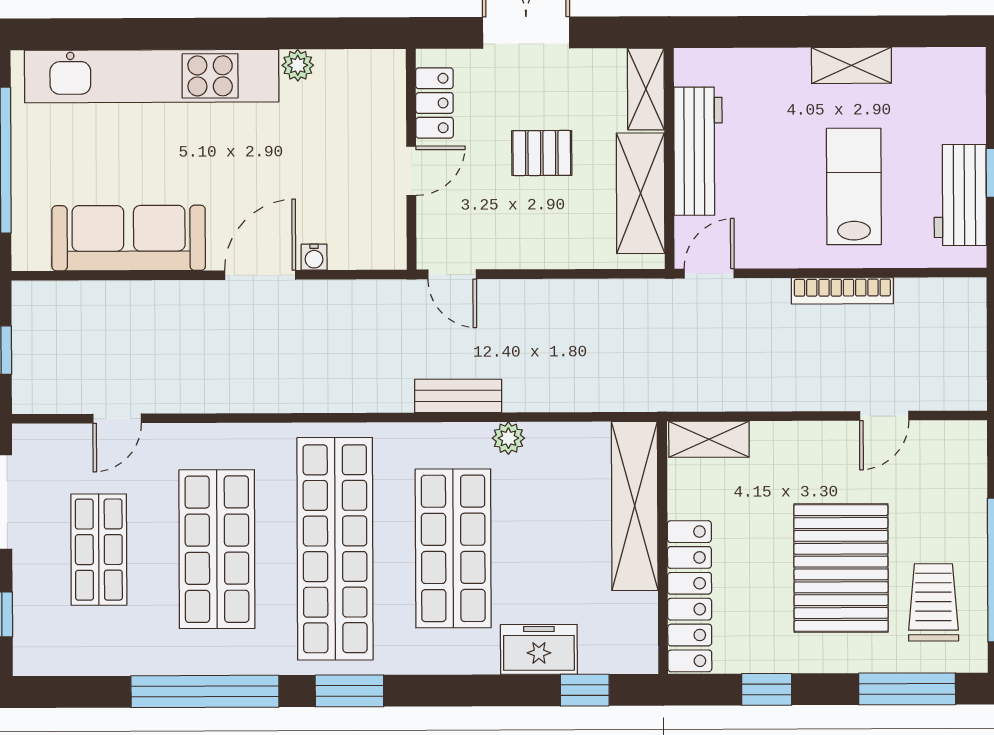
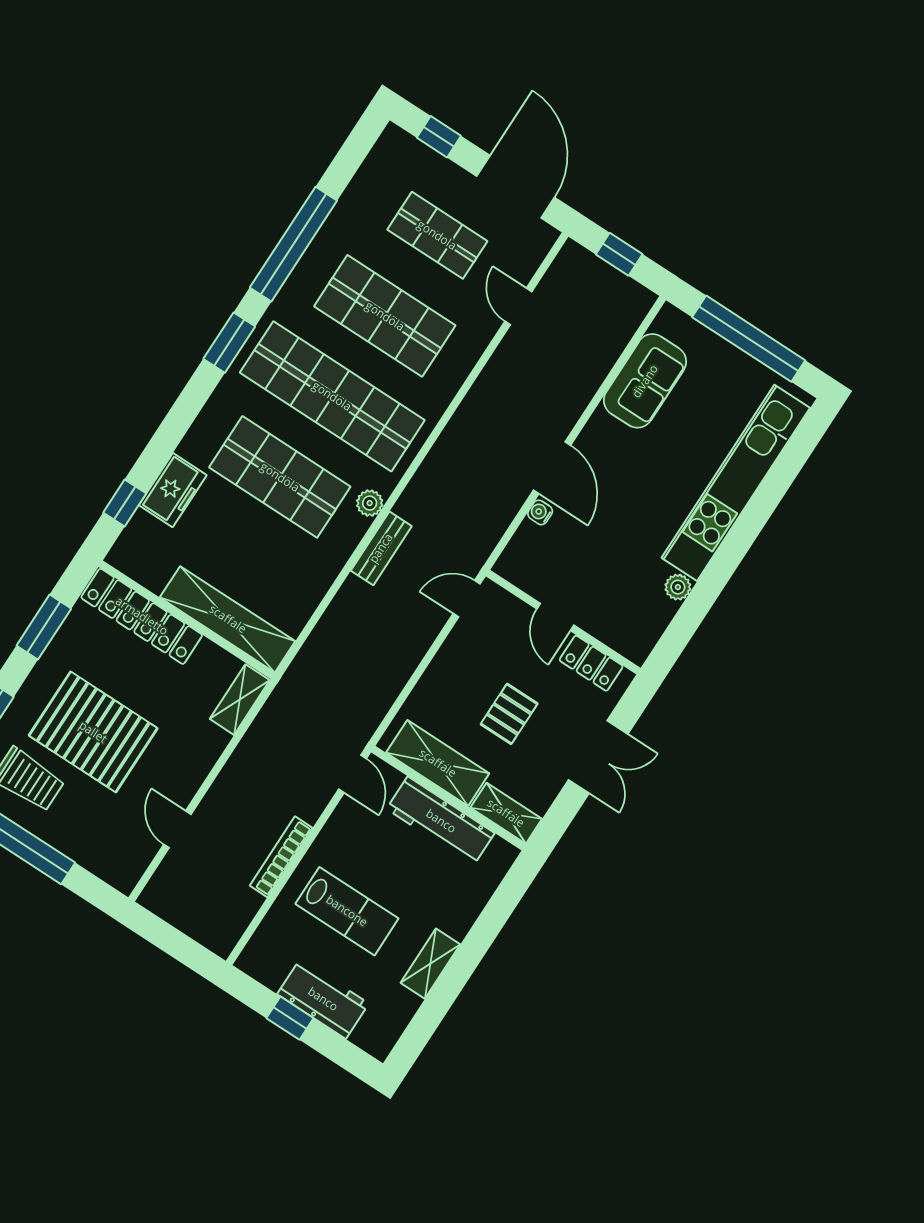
workbench: (960, 195) -> (323, 999), moved
sofa: (129, 238) -> (645, 381), width x0.73
plant: (508, 438) -> (370, 503), moved
window: (767, 689) -> (44, 627), width x1.50

